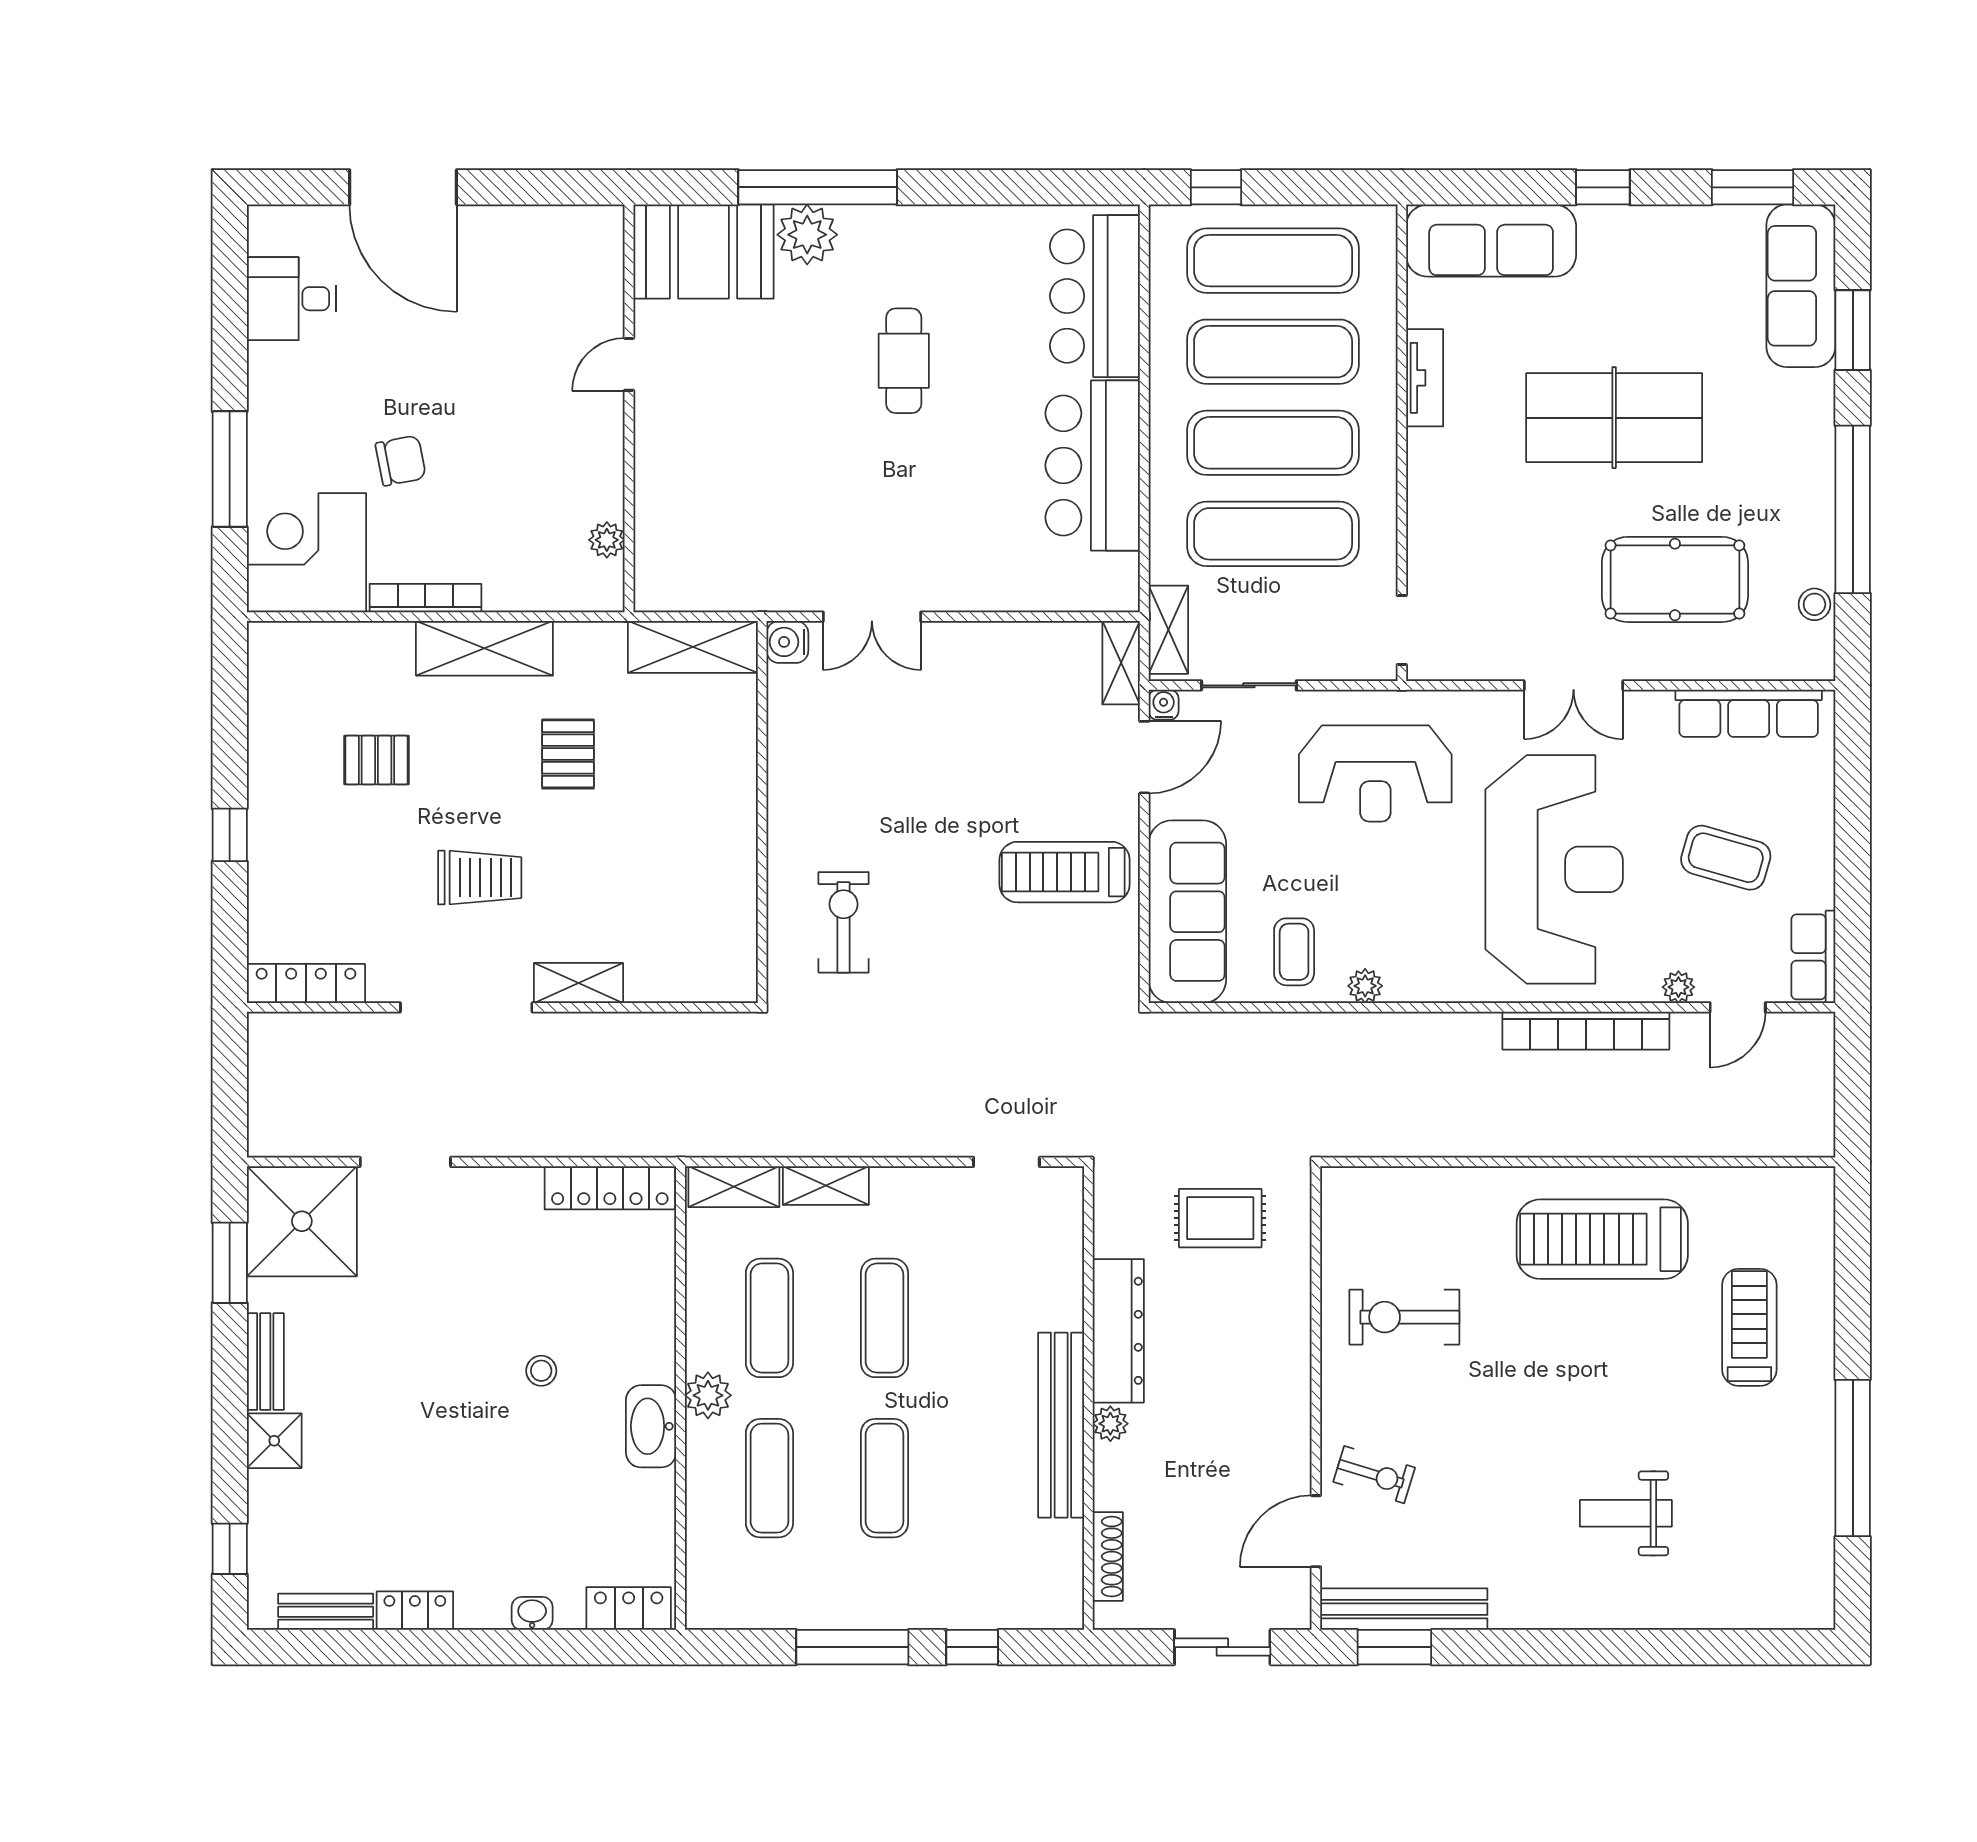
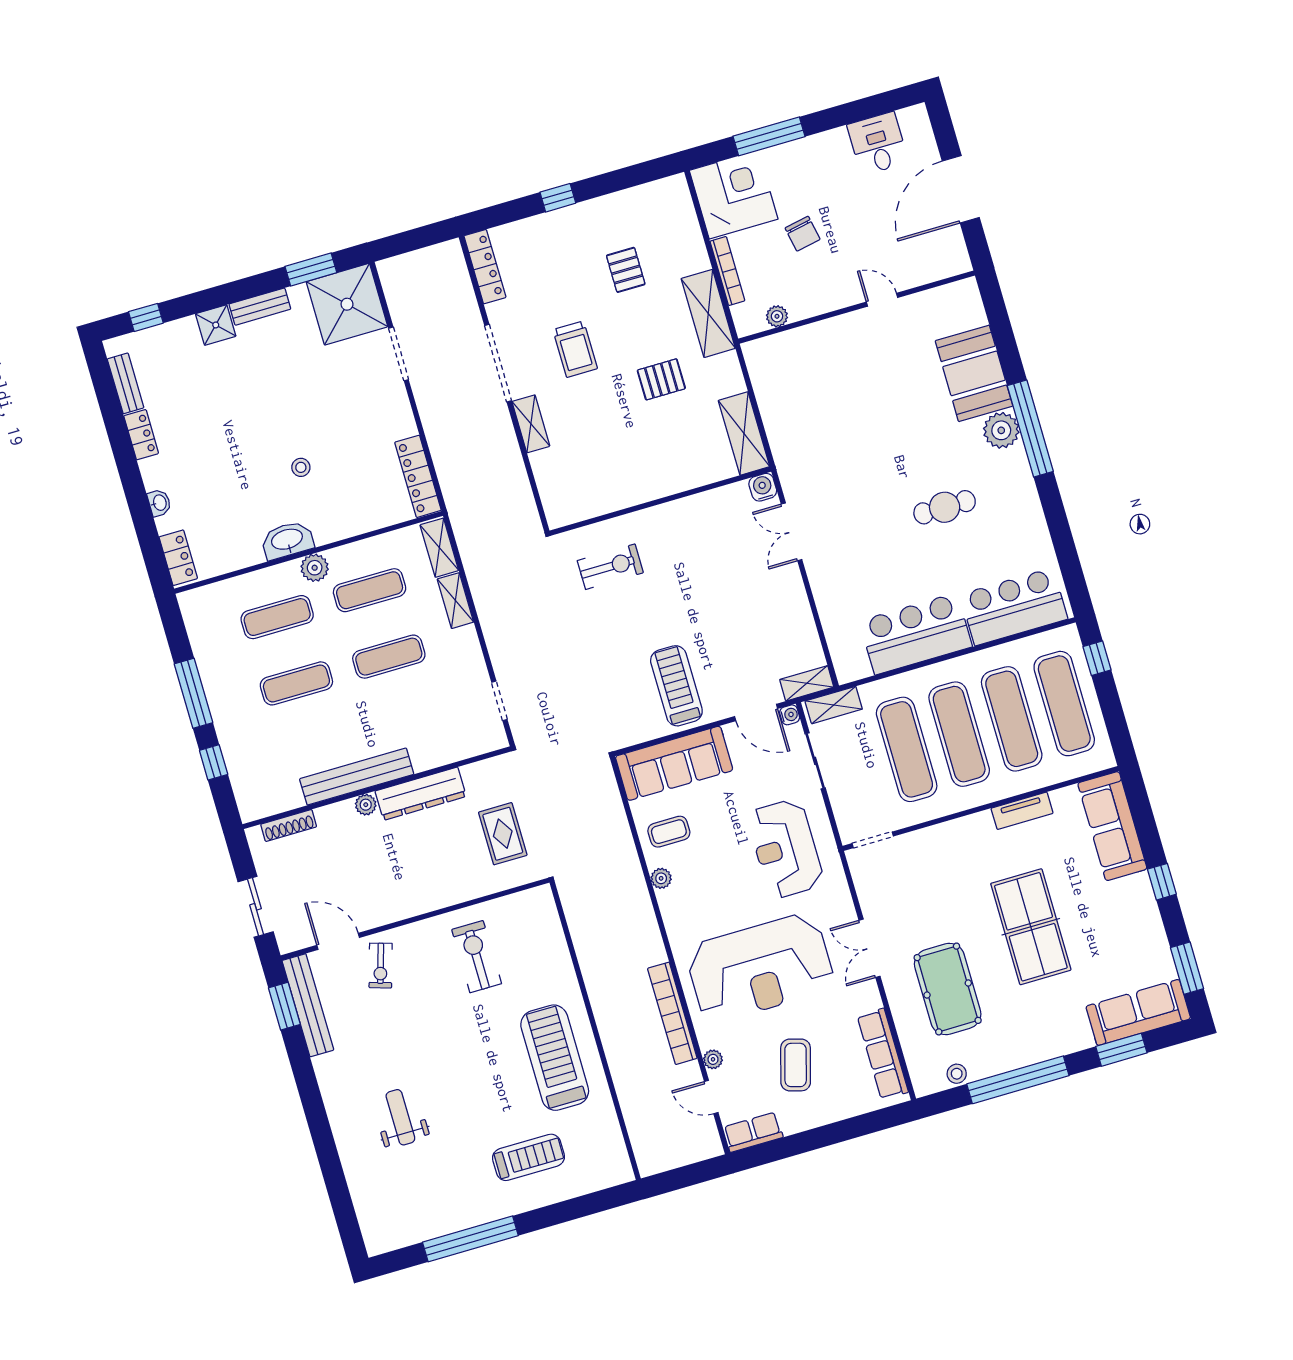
door: (629, 364) -> (882, 300), moved
wall: (629, 408) -> (857, 307), moved
plant: (607, 540) -> (777, 316), moved

